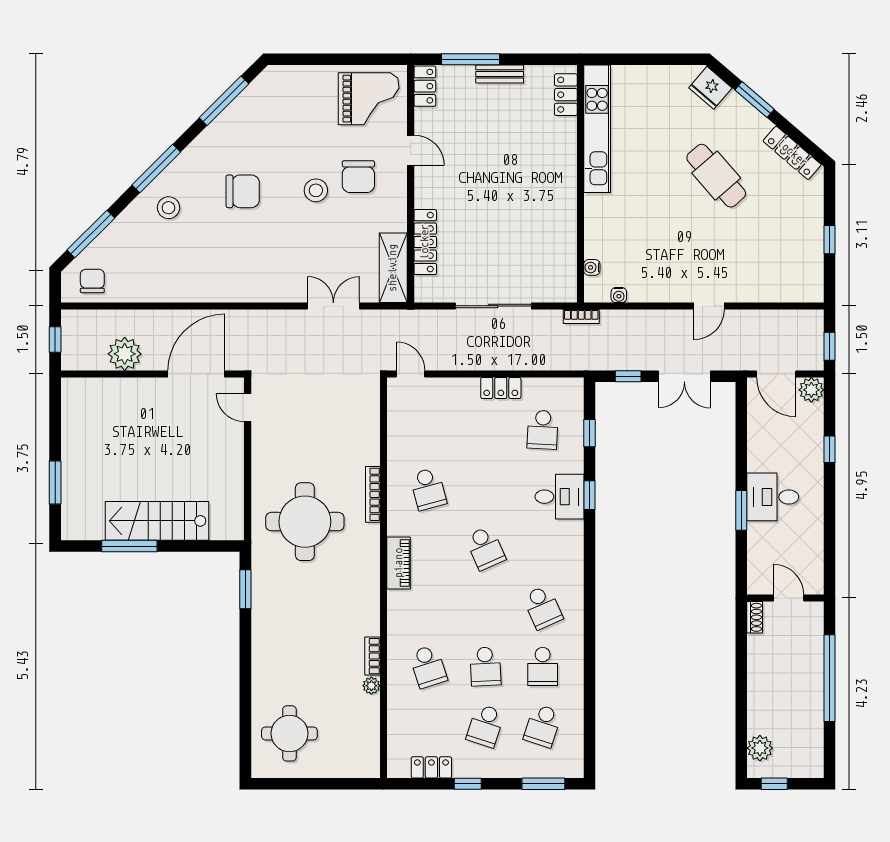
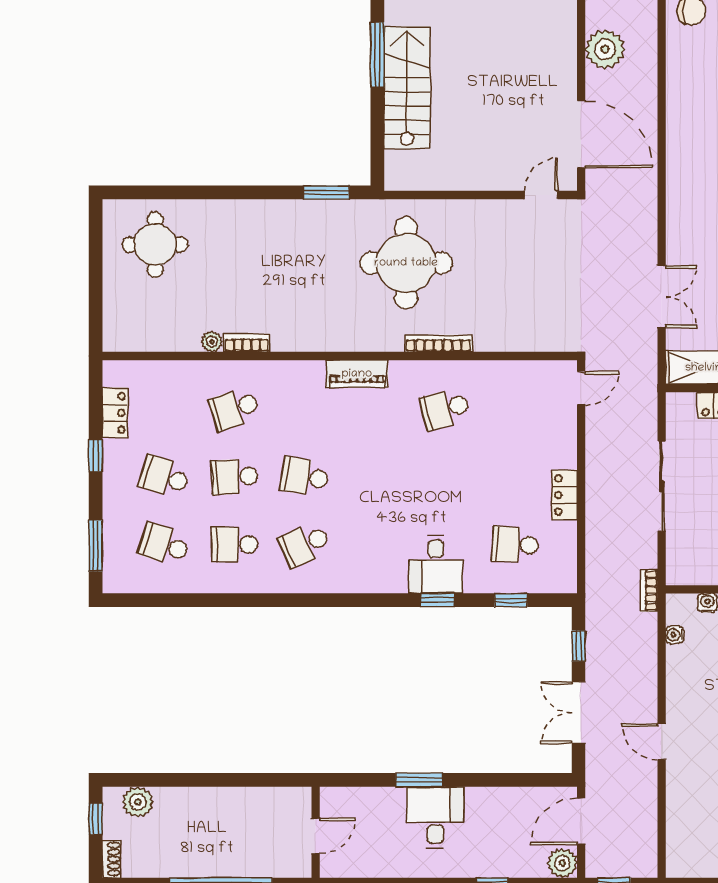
school desk: (485, 548) -> (305, 477), moved, turned 33
shoe rack: (755, 617) -> (111, 859), moved, turned -90

